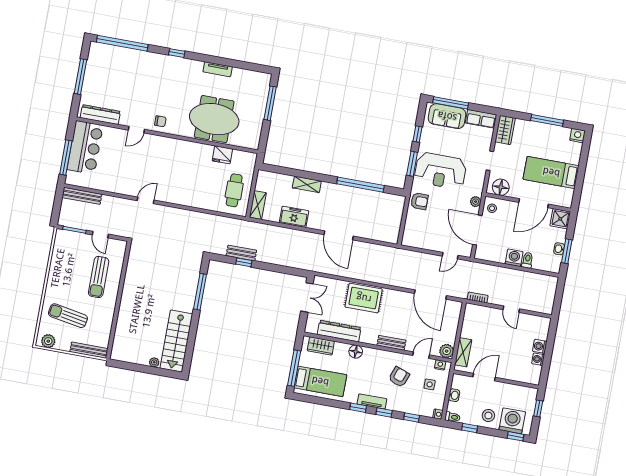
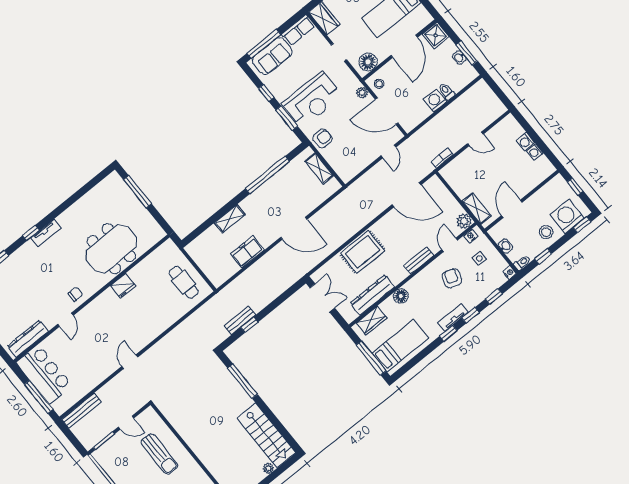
tv unit: (218, 69) -> (46, 233), moved
fridge: (222, 155) -> (123, 286), moved
shelving: (258, 205) -> (319, 168), moved

